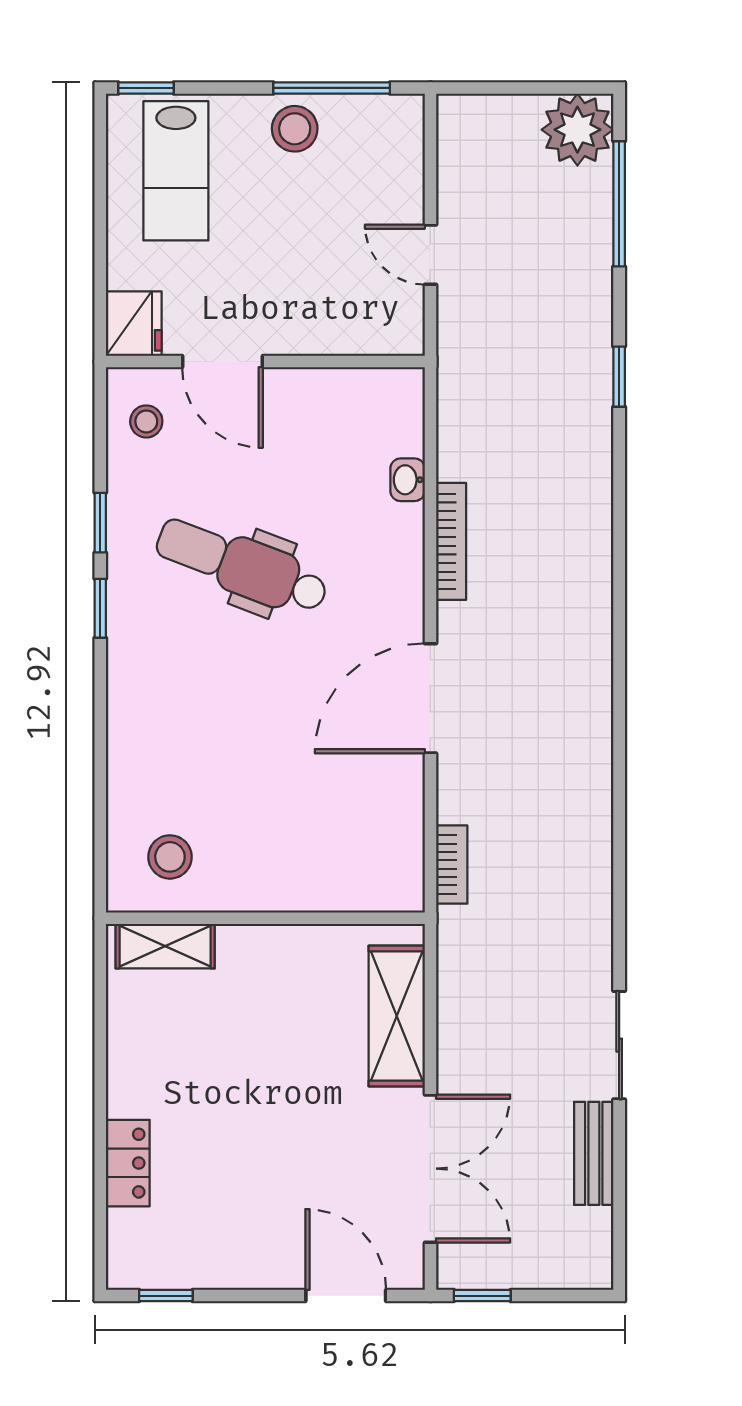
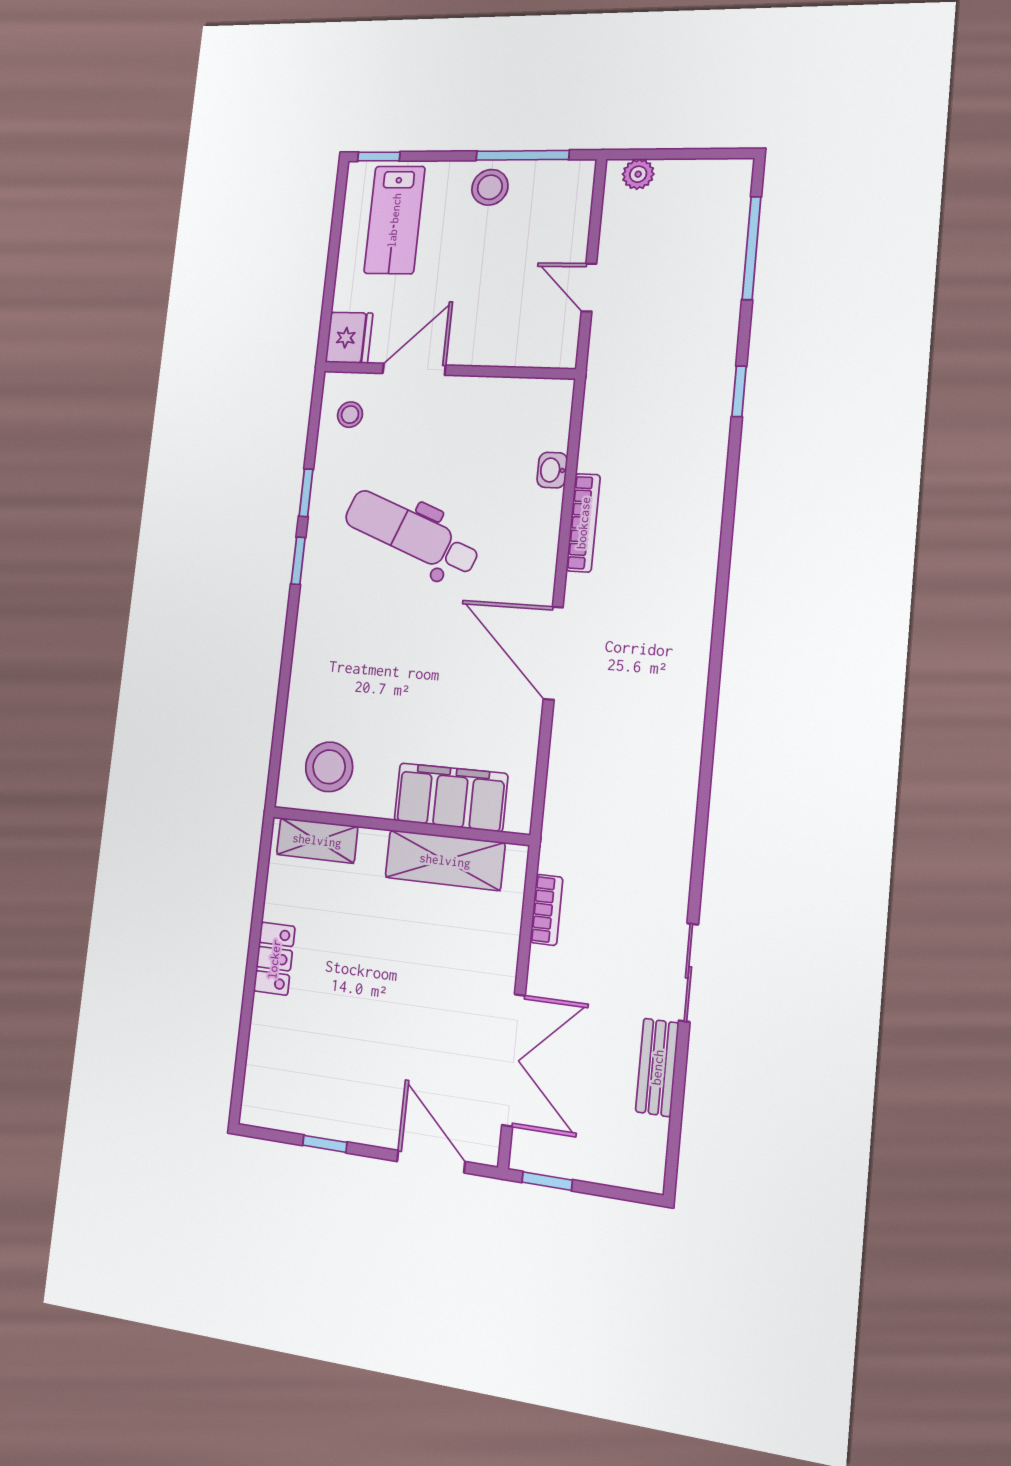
plant: (577, 130) -> (638, 174), moved, width x0.53, depth x0.53
door: (222, 362) -> (414, 369), swing flipped
door: (430, 698) -> (553, 653), hinge flipped
stool: (170, 857) -> (329, 767), width x1.38, depth x1.38
bookcase: (452, 865) -> (546, 910), moved
filing cabinet: (325, 878) -> (451, 797), added
shelving: (397, 1016) -> (445, 860), moved, turned 90
locker: (128, 1163) -> (274, 959), moved
window: (166, 1296) -> (325, 1144), moved

